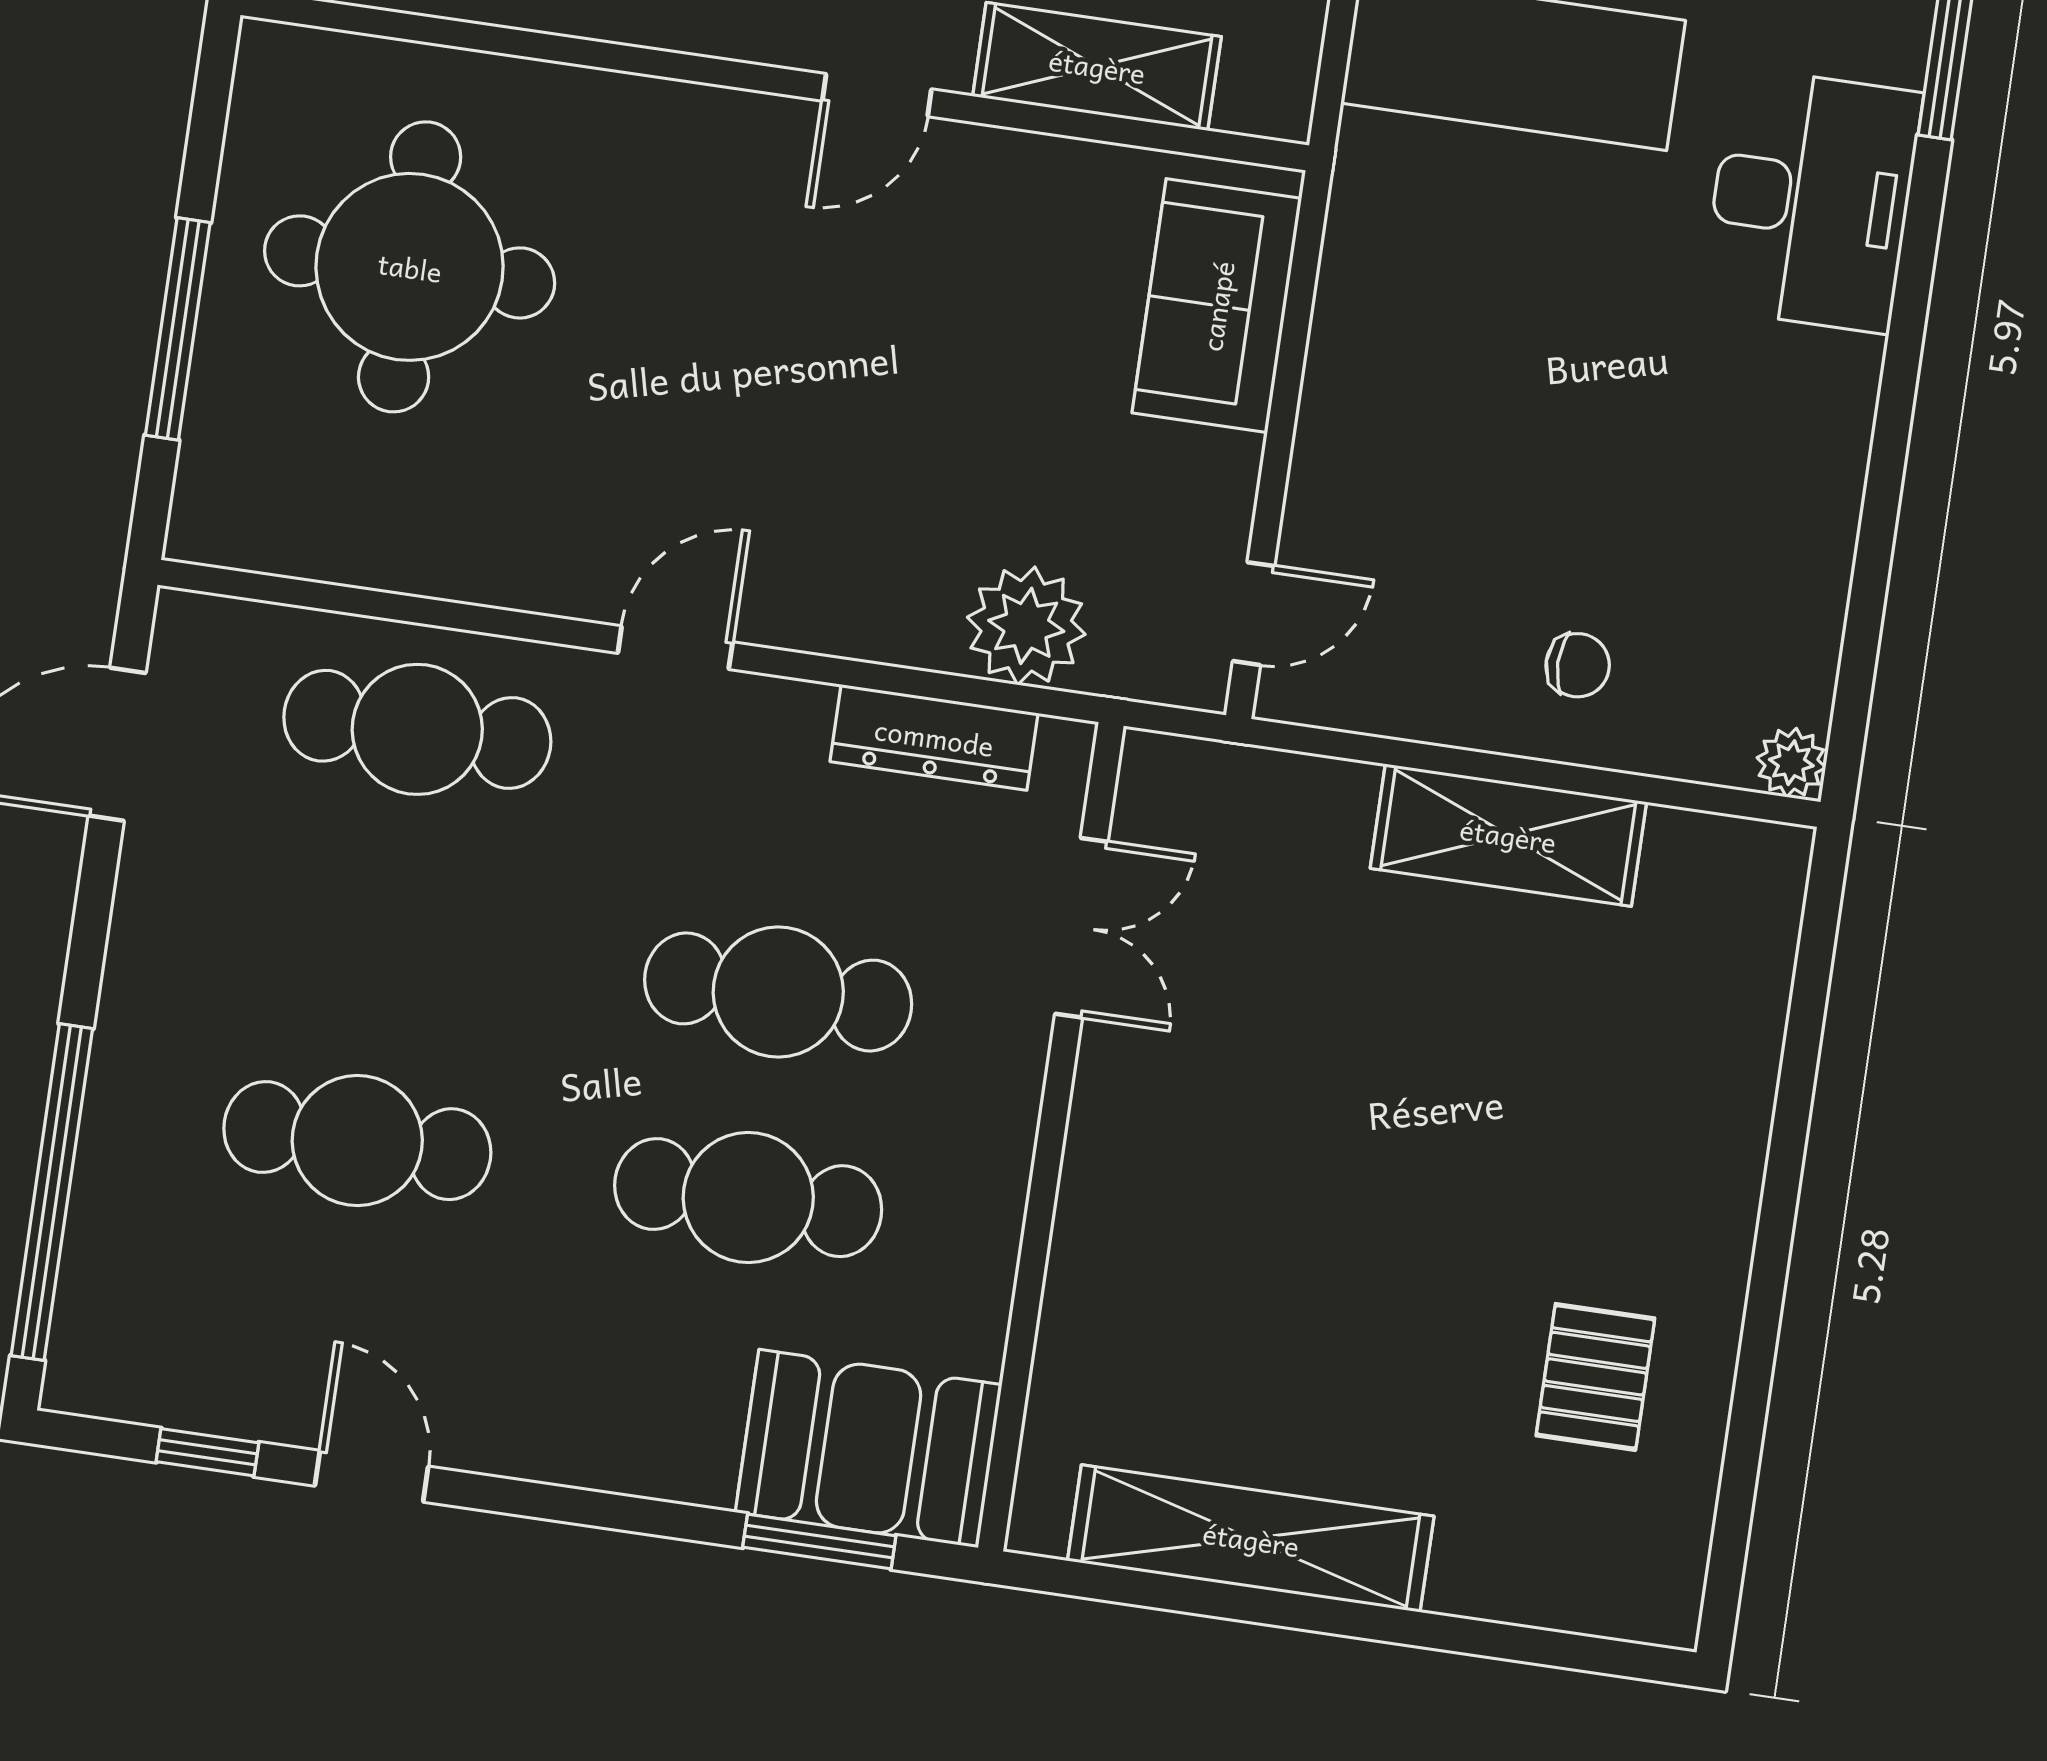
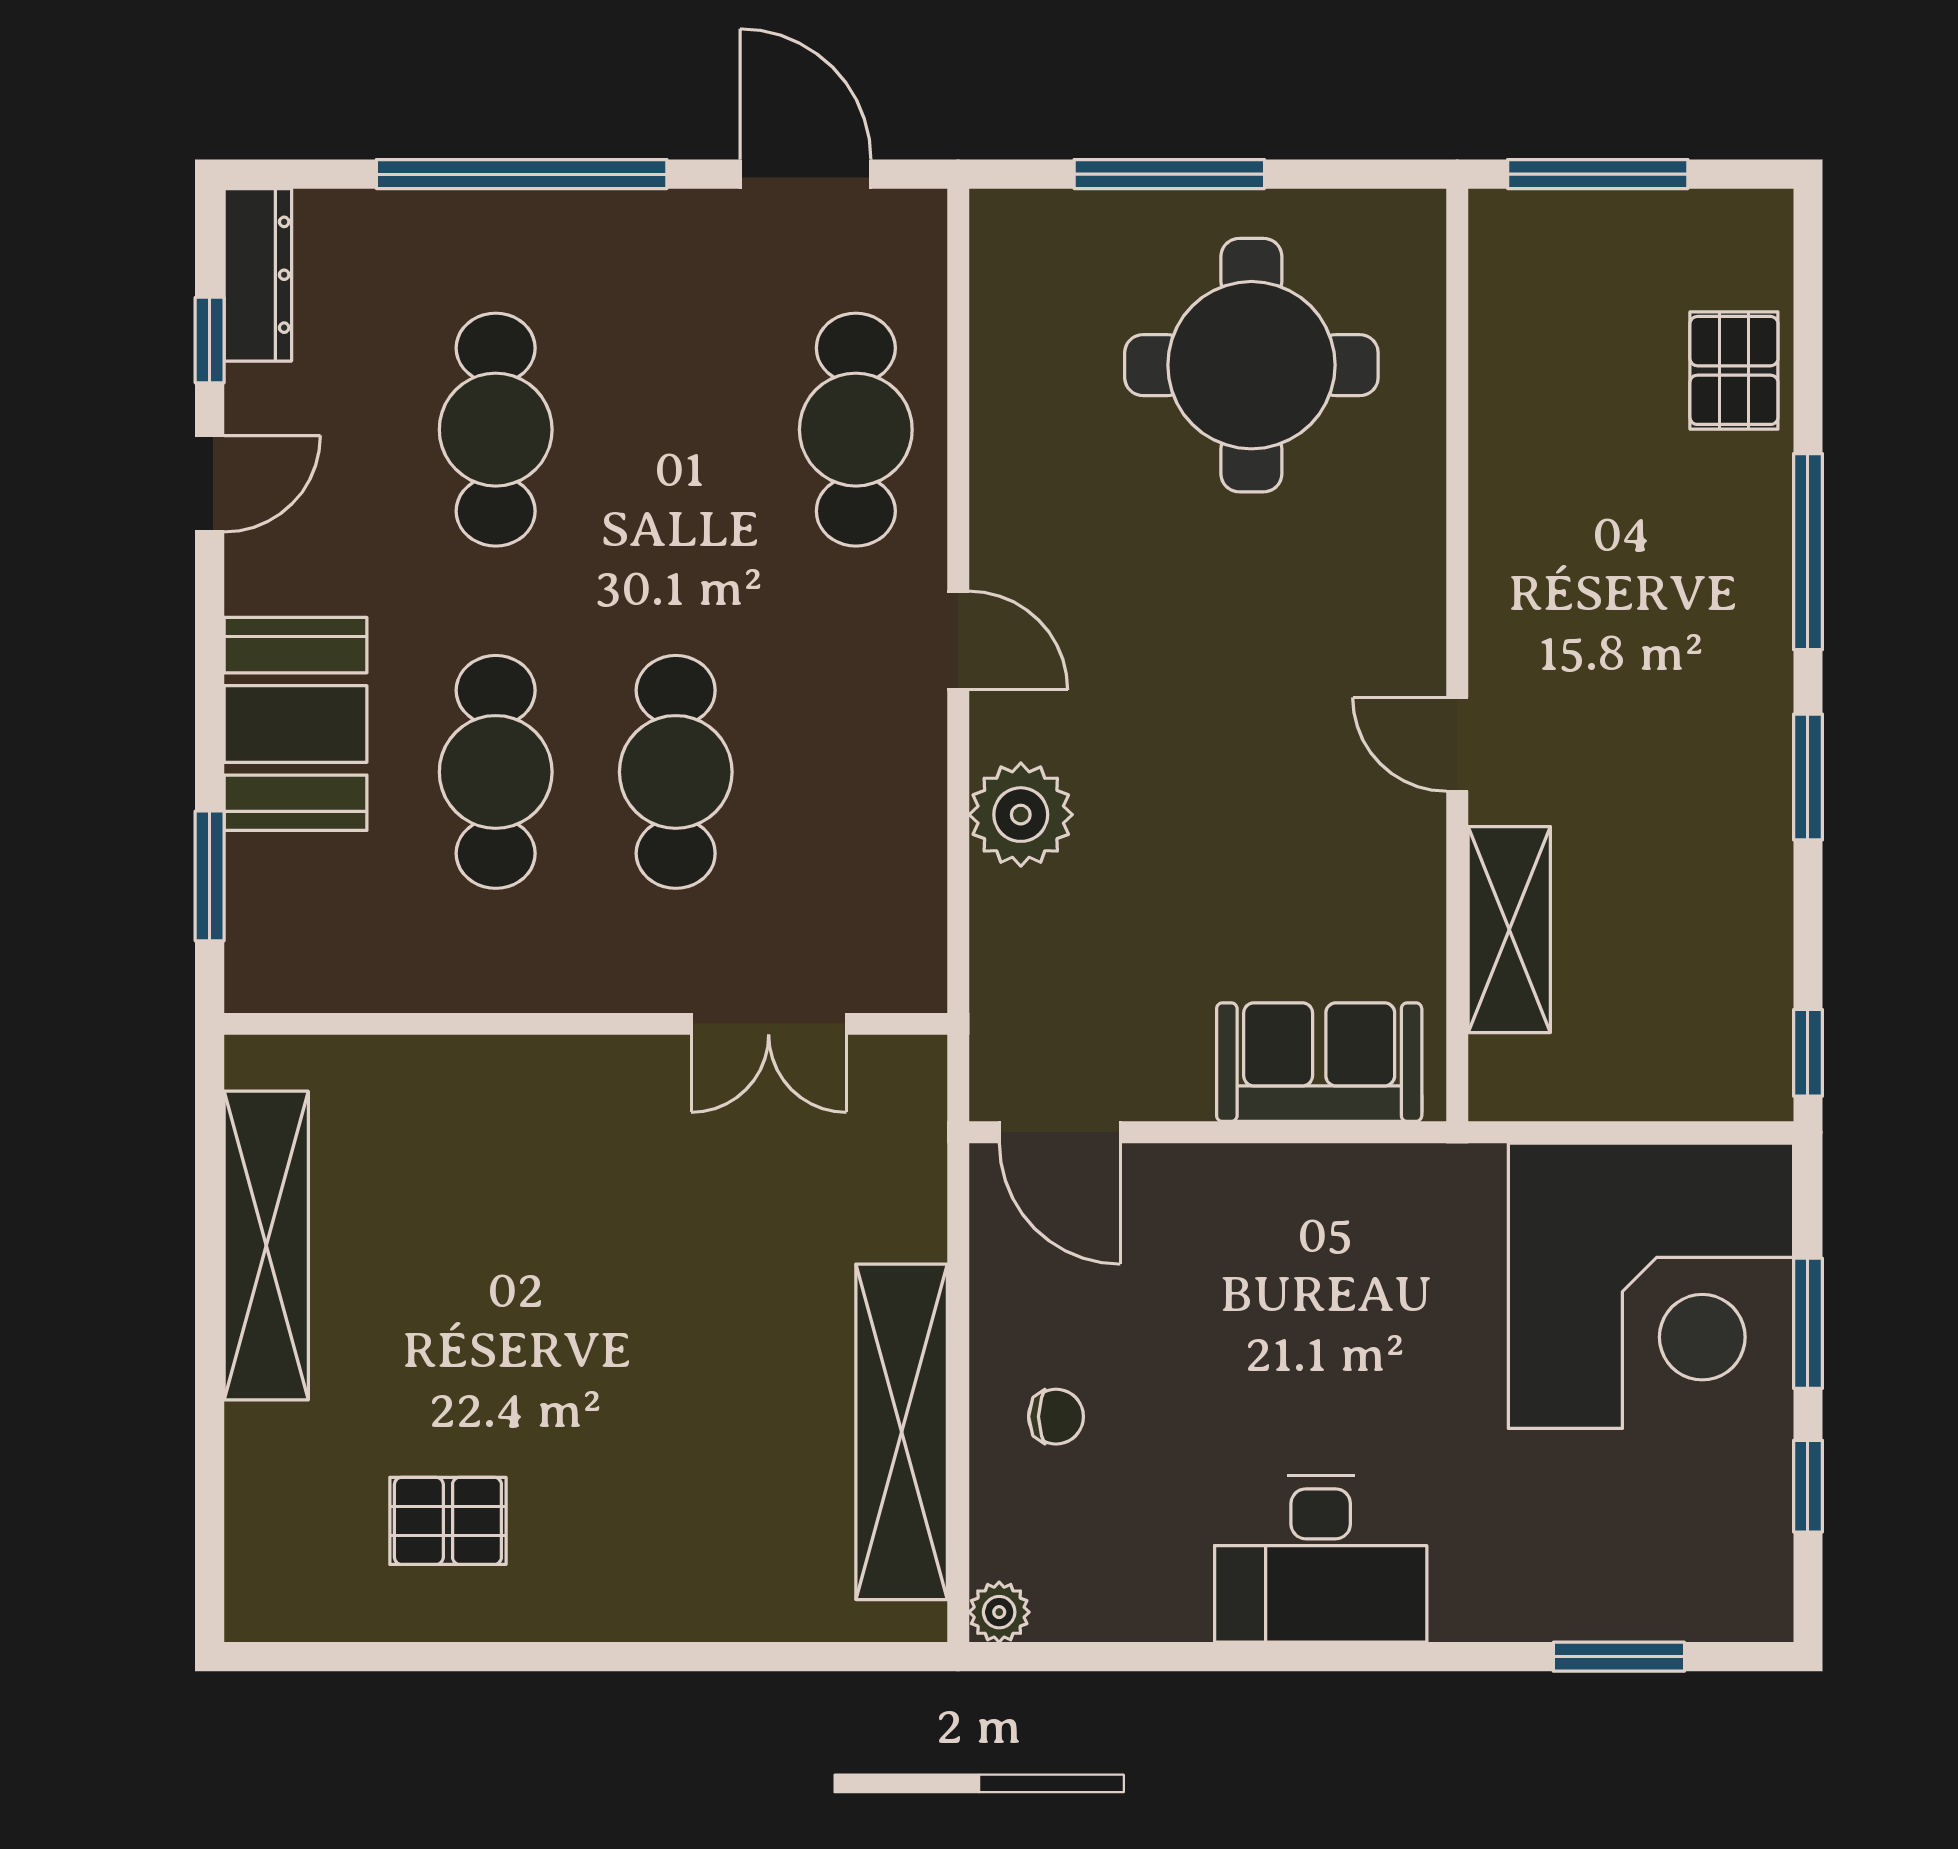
desk: (1811, 200) -> (1321, 1559), moved
door: (1254, 614) -> (1060, 1132), width x1.38
plant: (1026, 626) -> (1021, 815), moved
chair: (1578, 665) -> (1056, 1417), turned -90
dresser: (934, 737) -> (258, 275), moved, turned 180
shelving: (1508, 835) -> (902, 1432), width x1.47
window: (52, 1192) -> (522, 174), moved
booth: (869, 1449) -> (296, 724), moved

